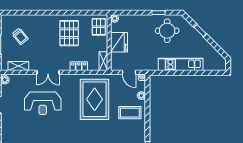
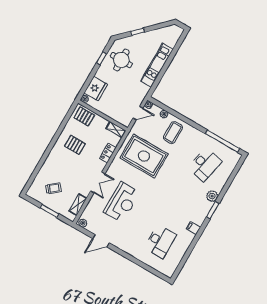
pallet: (69, 33) -> (75, 145), width x0.67, depth x0.71
fridge: (119, 42) -> (96, 89), moved, turned 90

